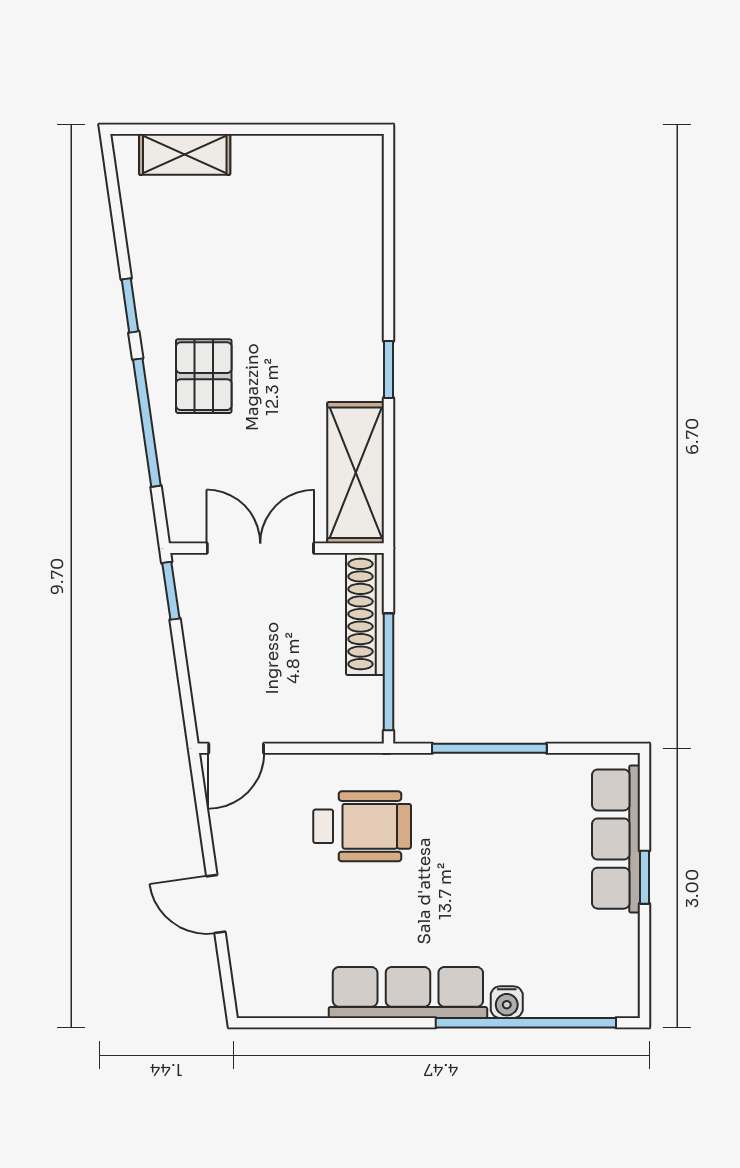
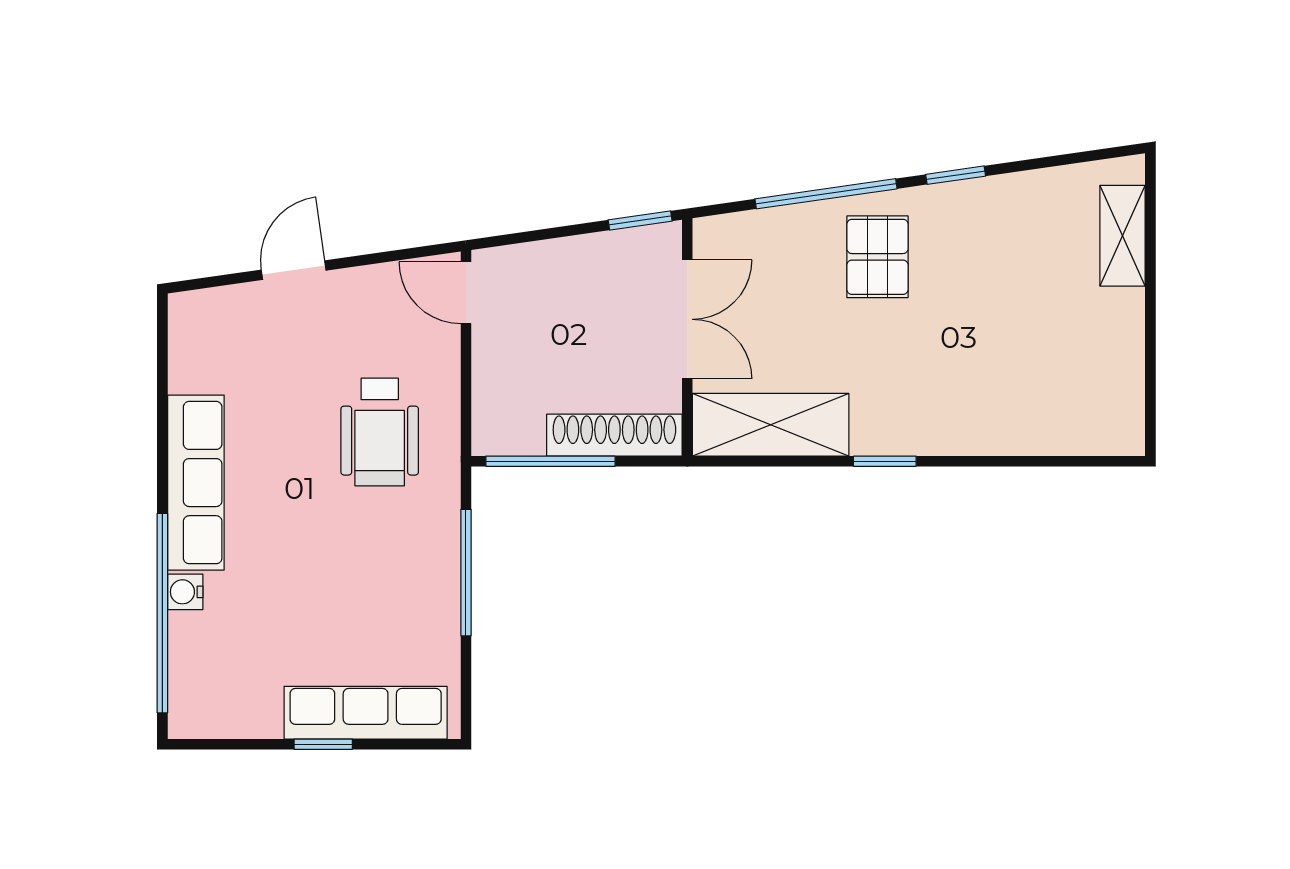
pallet: (204, 376) -> (877, 257), turned 90

